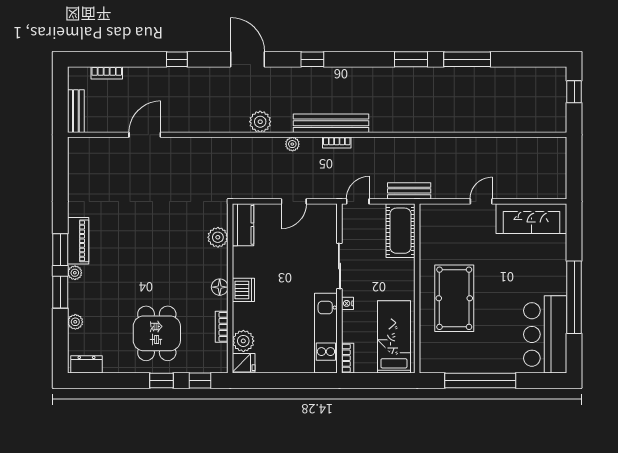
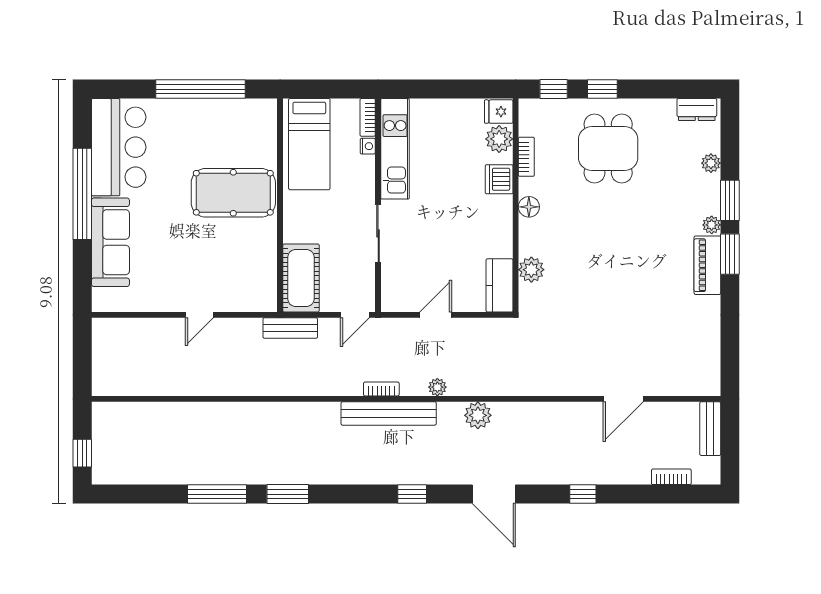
sofa: (531, 219) -> (110, 242), moved, turned 90
dishwasher: (243, 290) -> (499, 179), moved
pool table: (454, 298) -> (233, 193), turned 90
nightstand: (348, 303) -> (368, 146), moved

